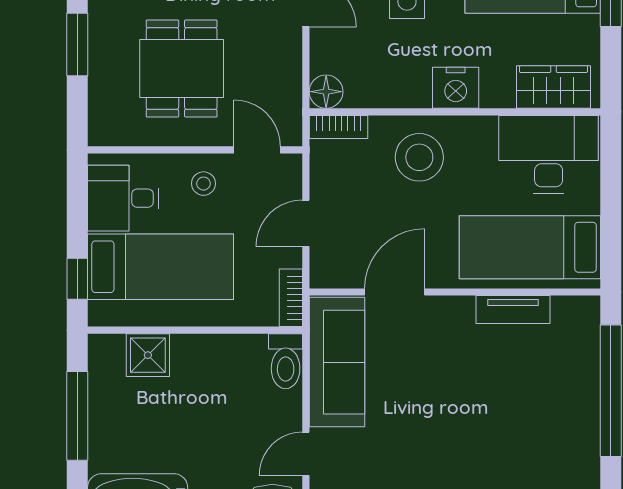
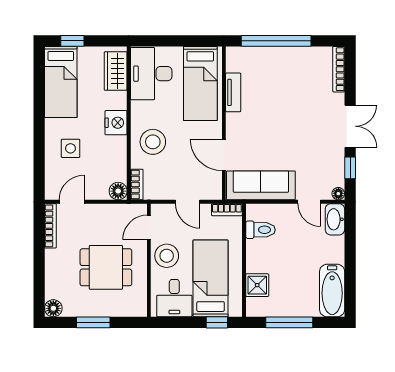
stool: (203, 184) -> (167, 256), width x1.89, depth x1.89
toilet: (286, 361) -> (260, 230), moved

